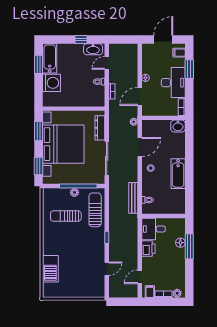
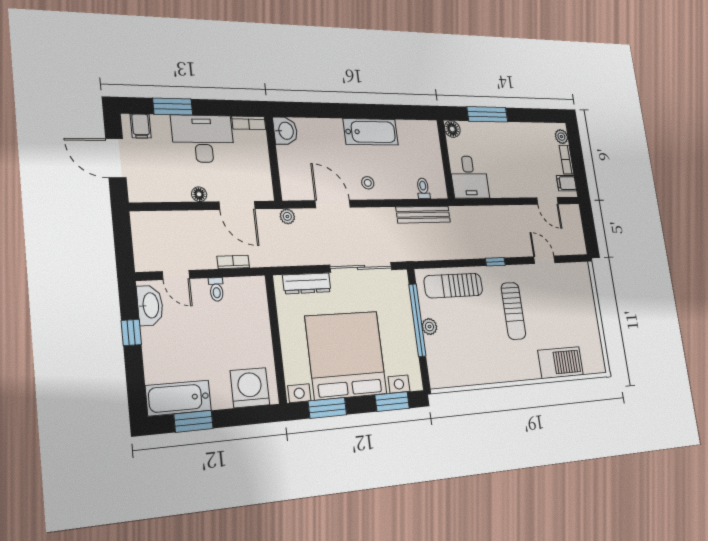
washing machine: (52, 83) -> (250, 388), moved
sun lounger: (66, 216) -> (513, 311), moved
floor lamp: (180, 243) -> (452, 129), moved
printer: (148, 249) -> (502, 186), removed

